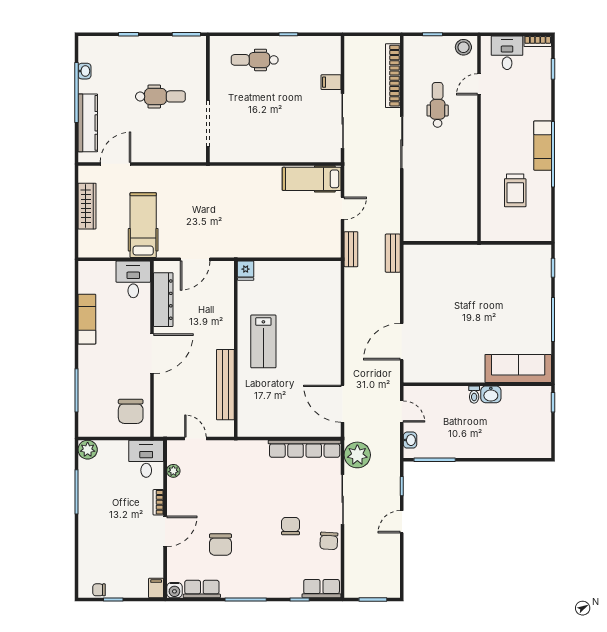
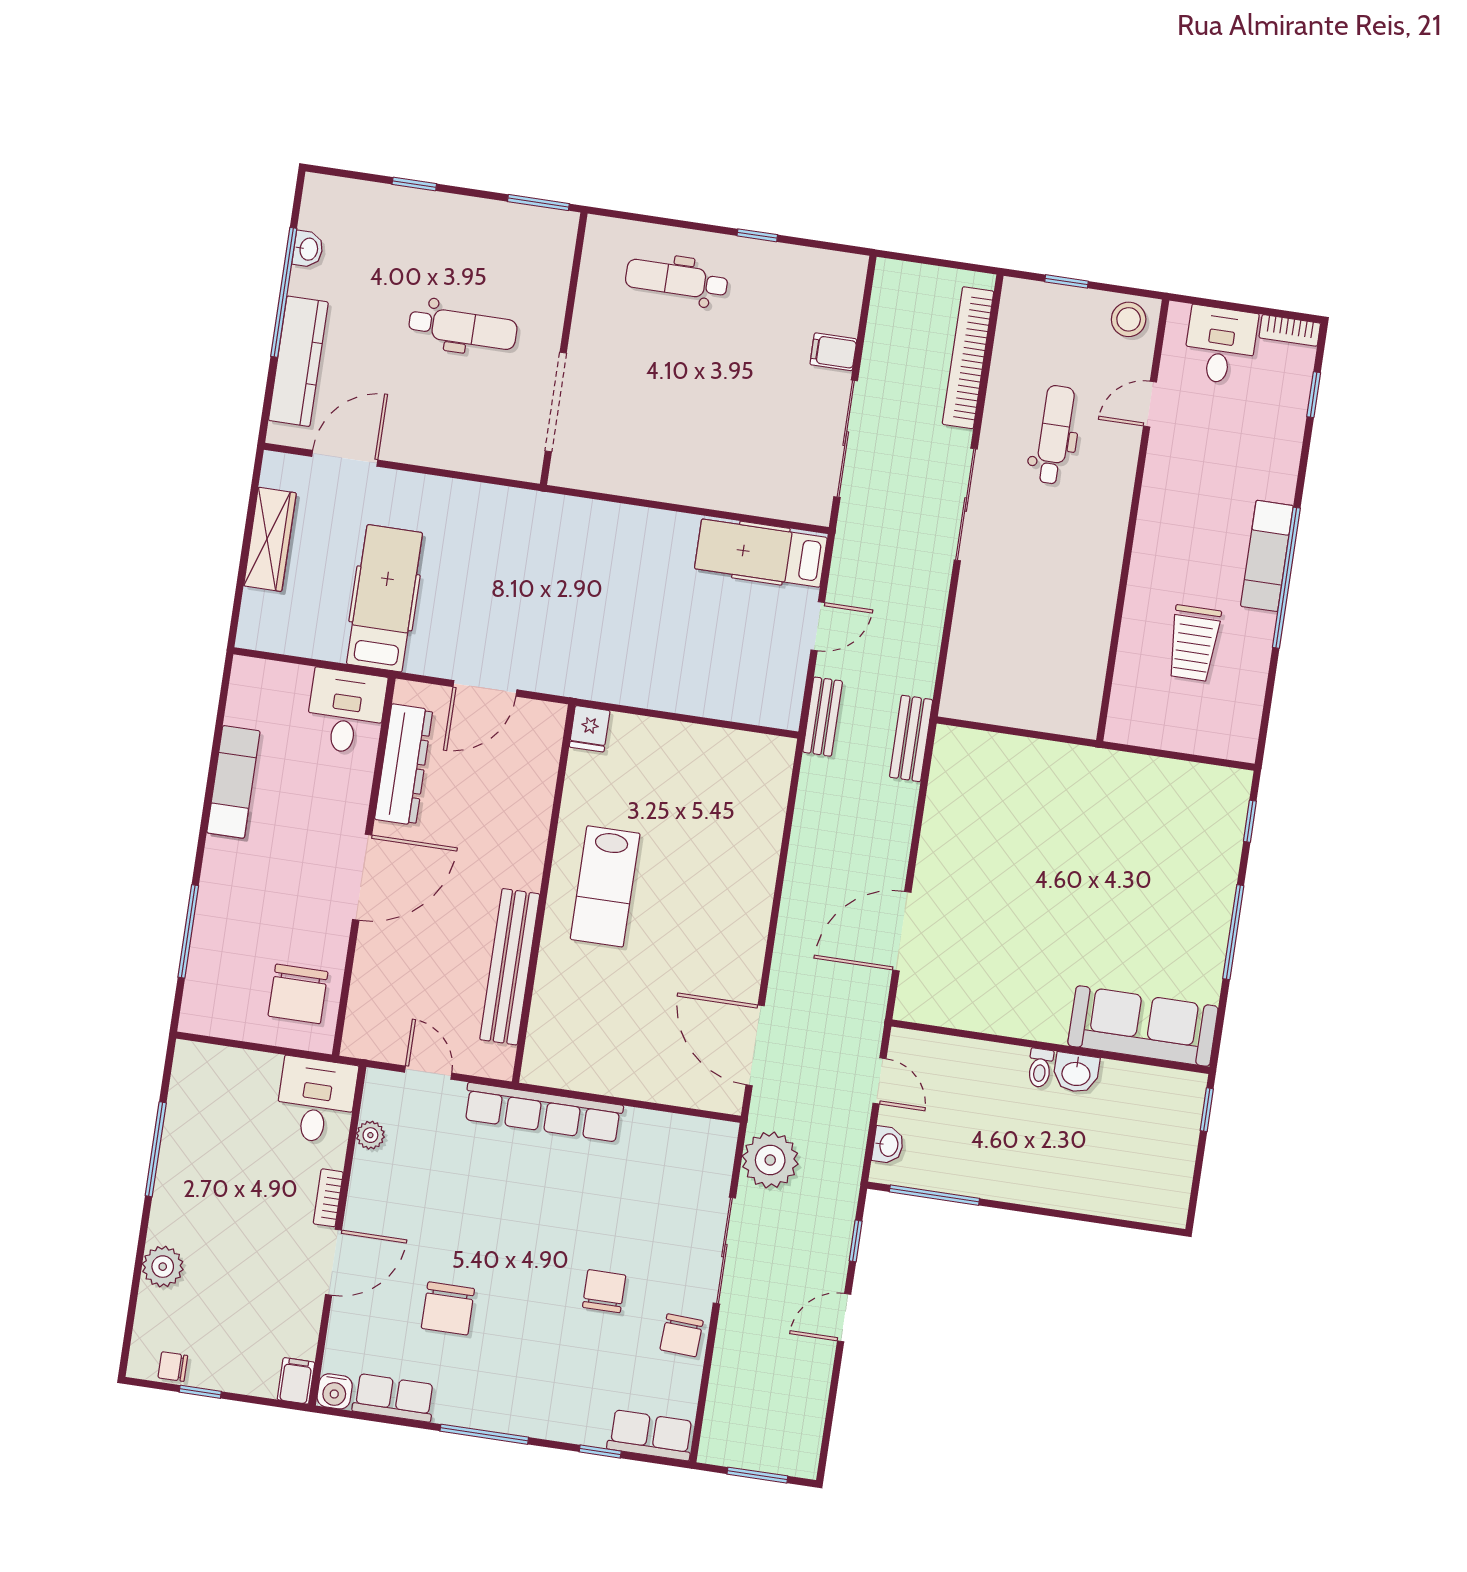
row of seats: (305, 449) -> (543, 1112), moved
plant: (88, 450) -> (163, 1267), moved

